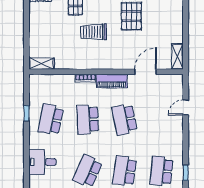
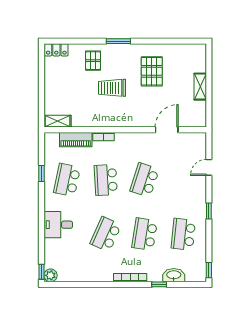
shelving: (177, 56) -> (200, 87), moved
piano: (112, 81) -> (76, 140), moved
school desk: (124, 119) -> (145, 180), turned 30
window: (186, 173) -> (209, 211), moved

